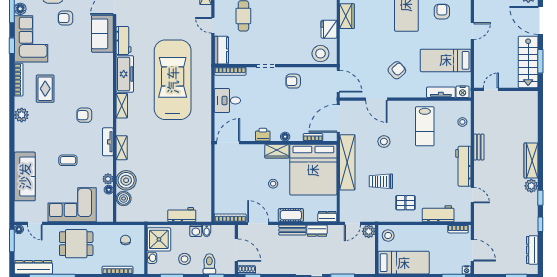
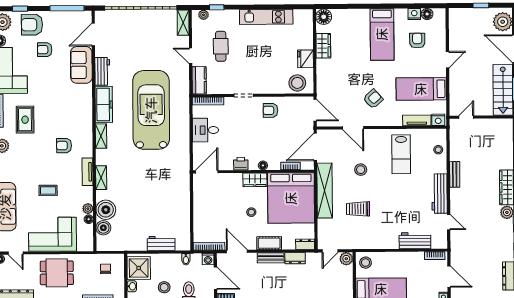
pallet: (405, 203) -> (382, 230), removed
washing machine: (196, 231) -> (208, 259), moved

